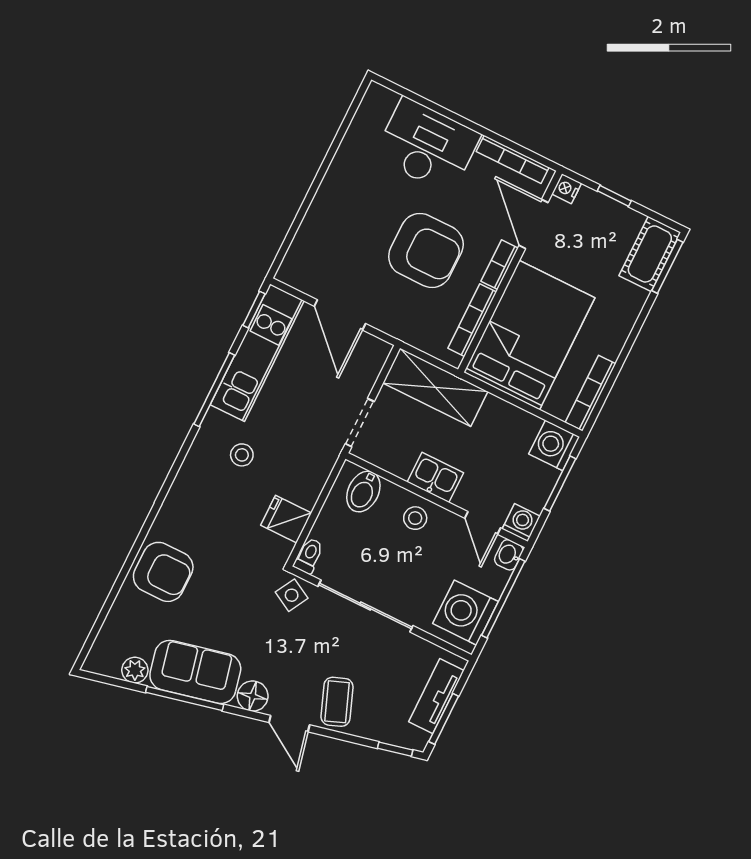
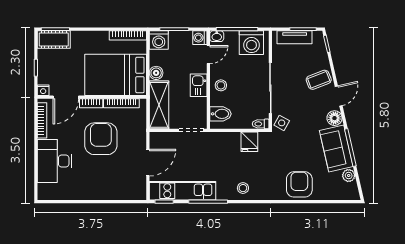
boiler: (496, 411) -> (156, 73), added
stool: (242, 455) -> (243, 188), moved

